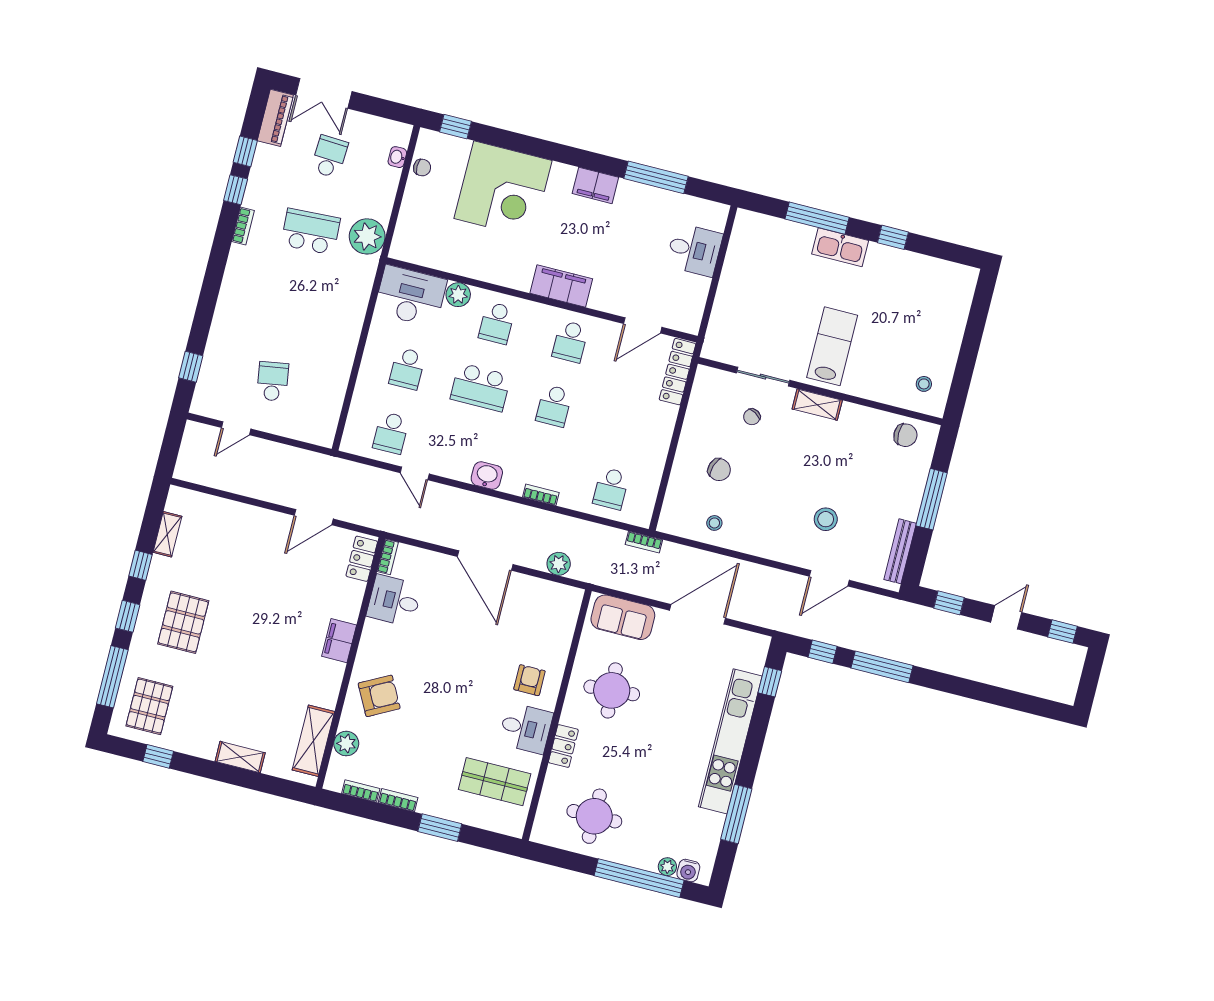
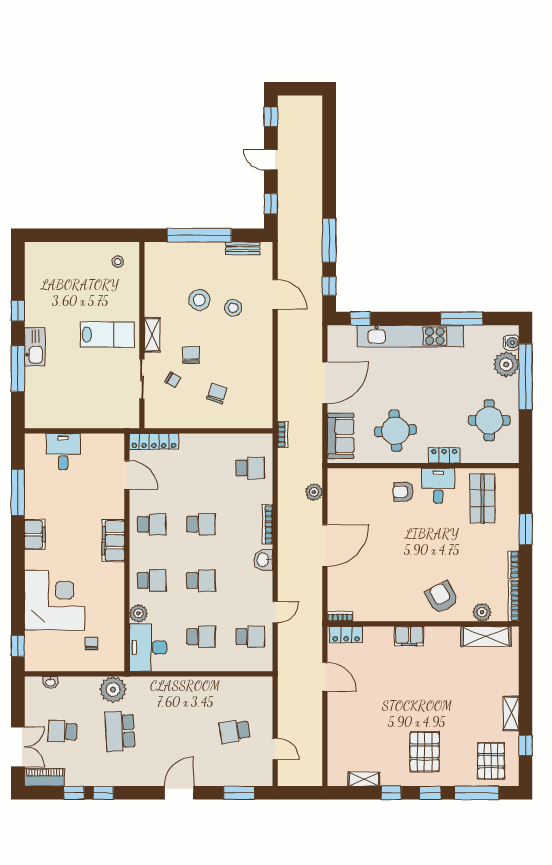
chair: (422, 168) -> (92, 644), moved
bookcase: (243, 226) -> (128, 781), removed
door: (211, 289) -> (179, 793), added
lab bench: (832, 346) -> (107, 335), turned 180
window: (191, 367) -> (239, 793), width x1.50
school desk: (481, 387) -> (201, 580), width x0.54
chair: (905, 435) -> (191, 355), moved
bookcase: (541, 495) -> (267, 525), width x1.56
window: (932, 499) -> (199, 235), width x1.46
stool: (714, 523) -> (199, 300), moved, width x1.89, depth x1.89
bench: (900, 551) -> (243, 248), width x0.73
desk: (394, 601) -> (370, 604), removed
door: (697, 614) -> (325, 383), swing flipped
pallet: (183, 622) -> (424, 752), turned 90
pallet: (149, 706) -> (491, 761), turned 90
shelving: (240, 757) -> (511, 713), moved
bookcase: (361, 791) -> (514, 601), width x1.56
plant: (667, 867) -> (506, 364), width x1.87, depth x1.87

